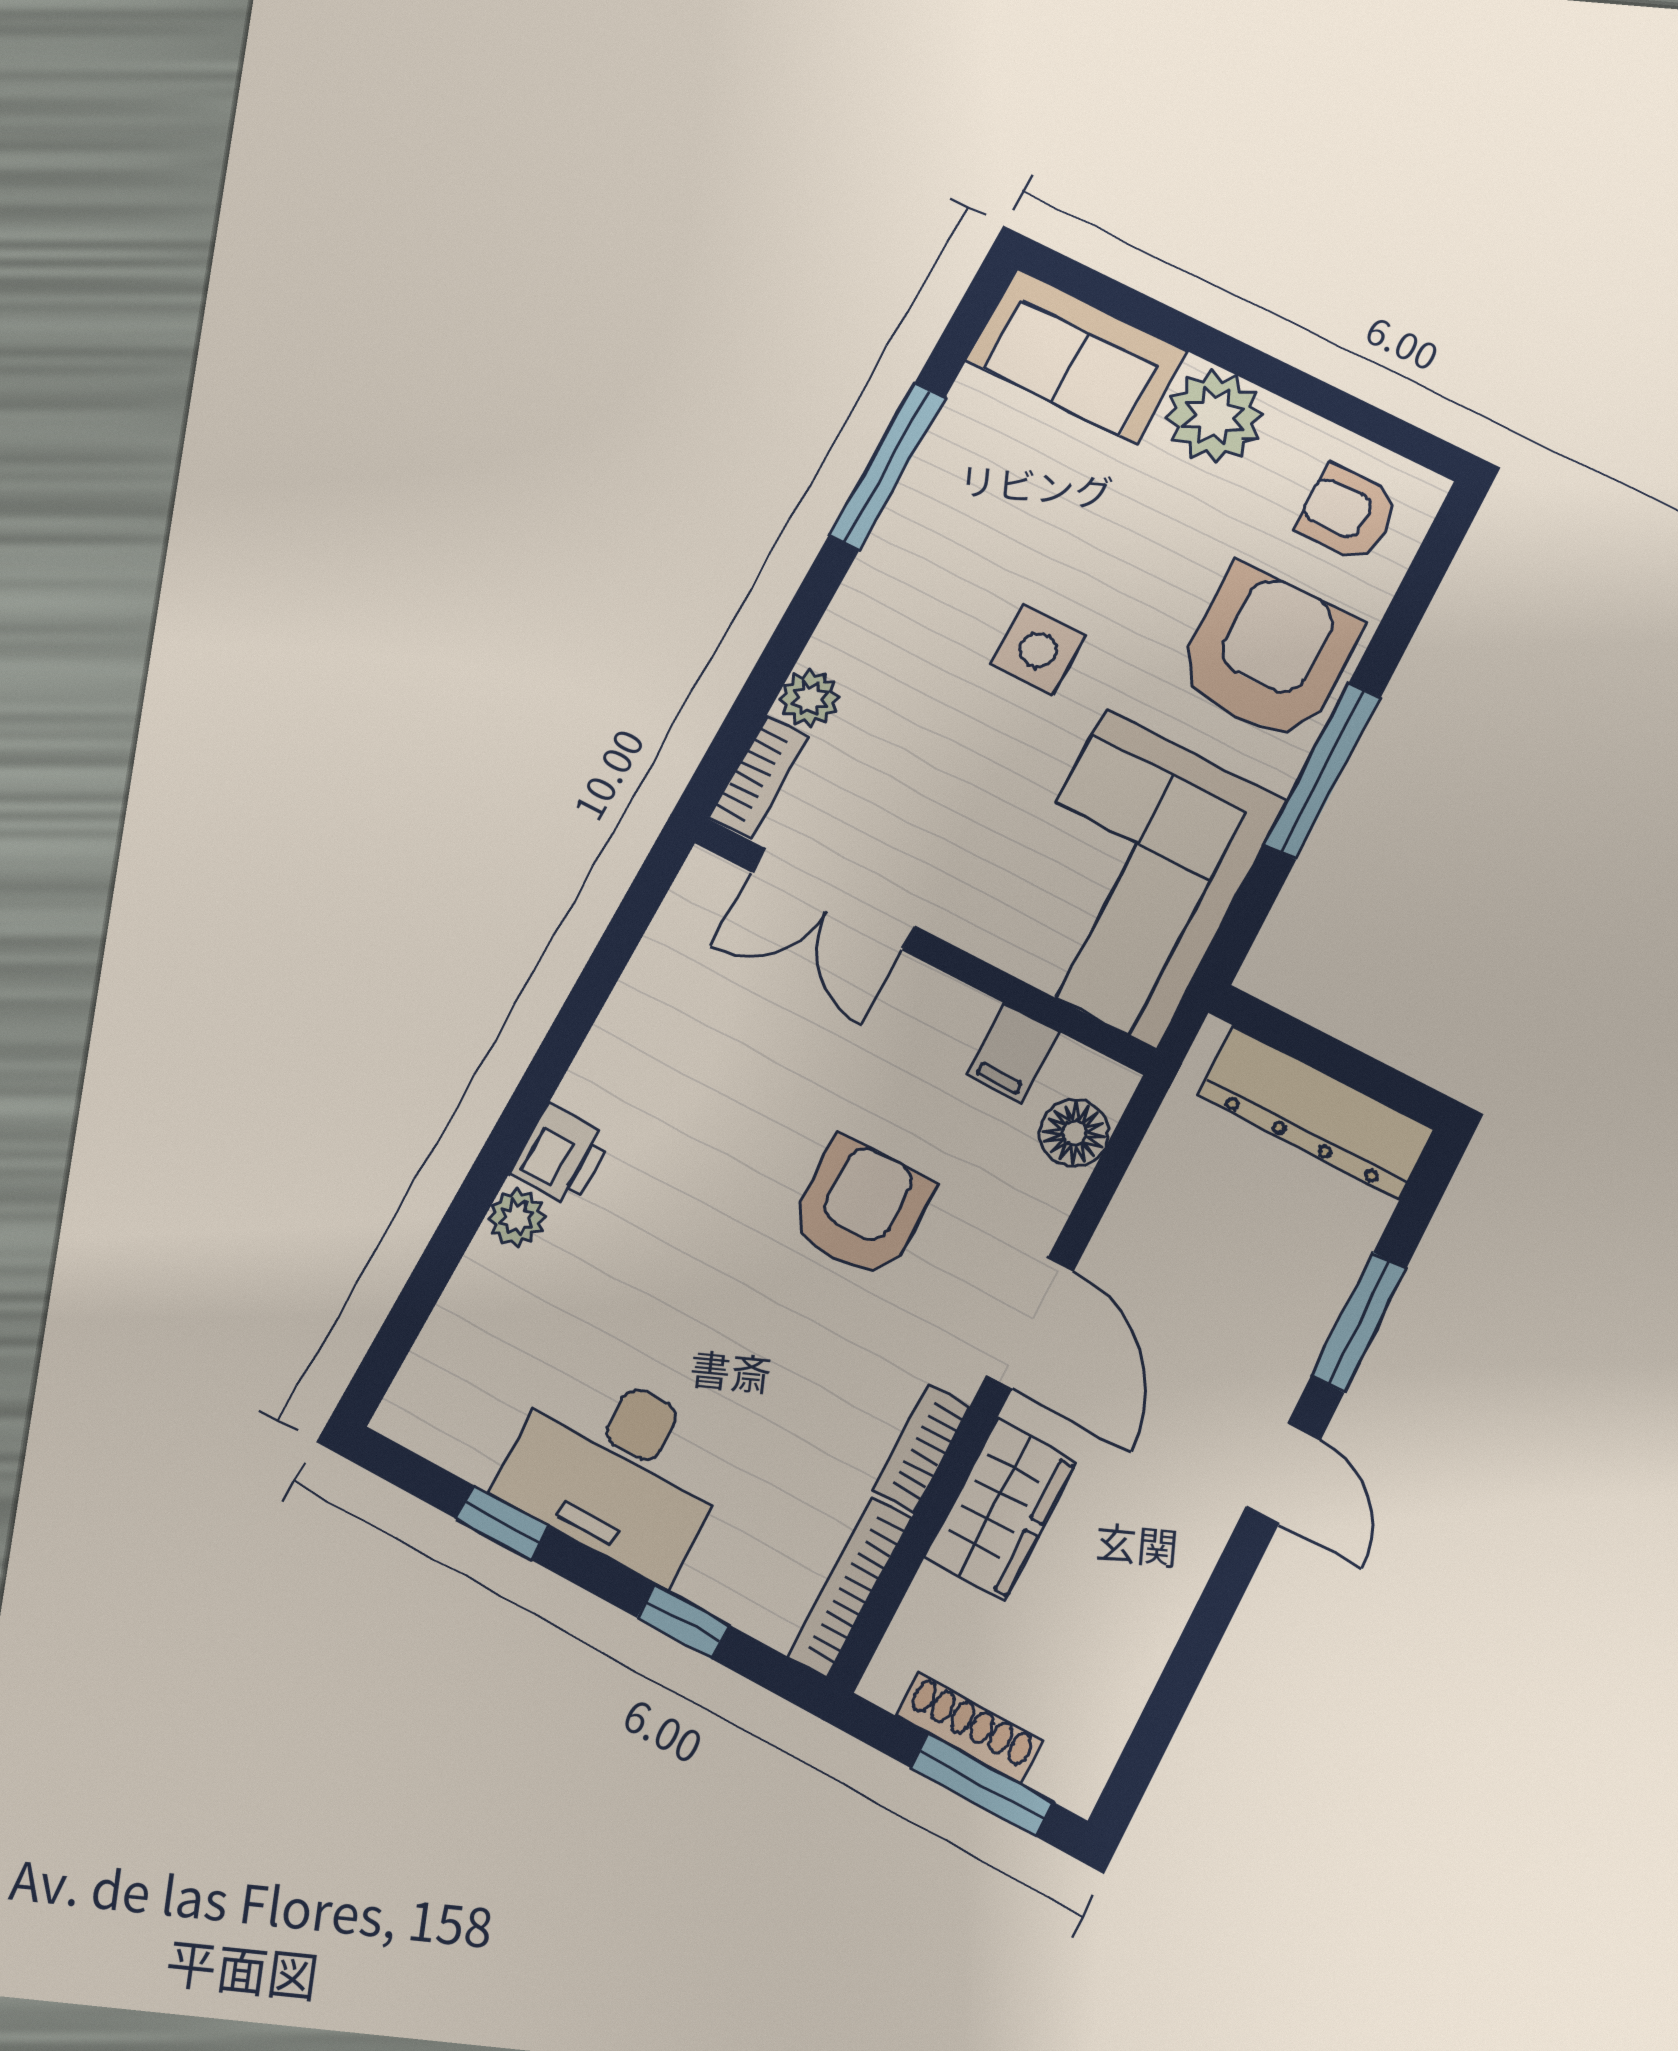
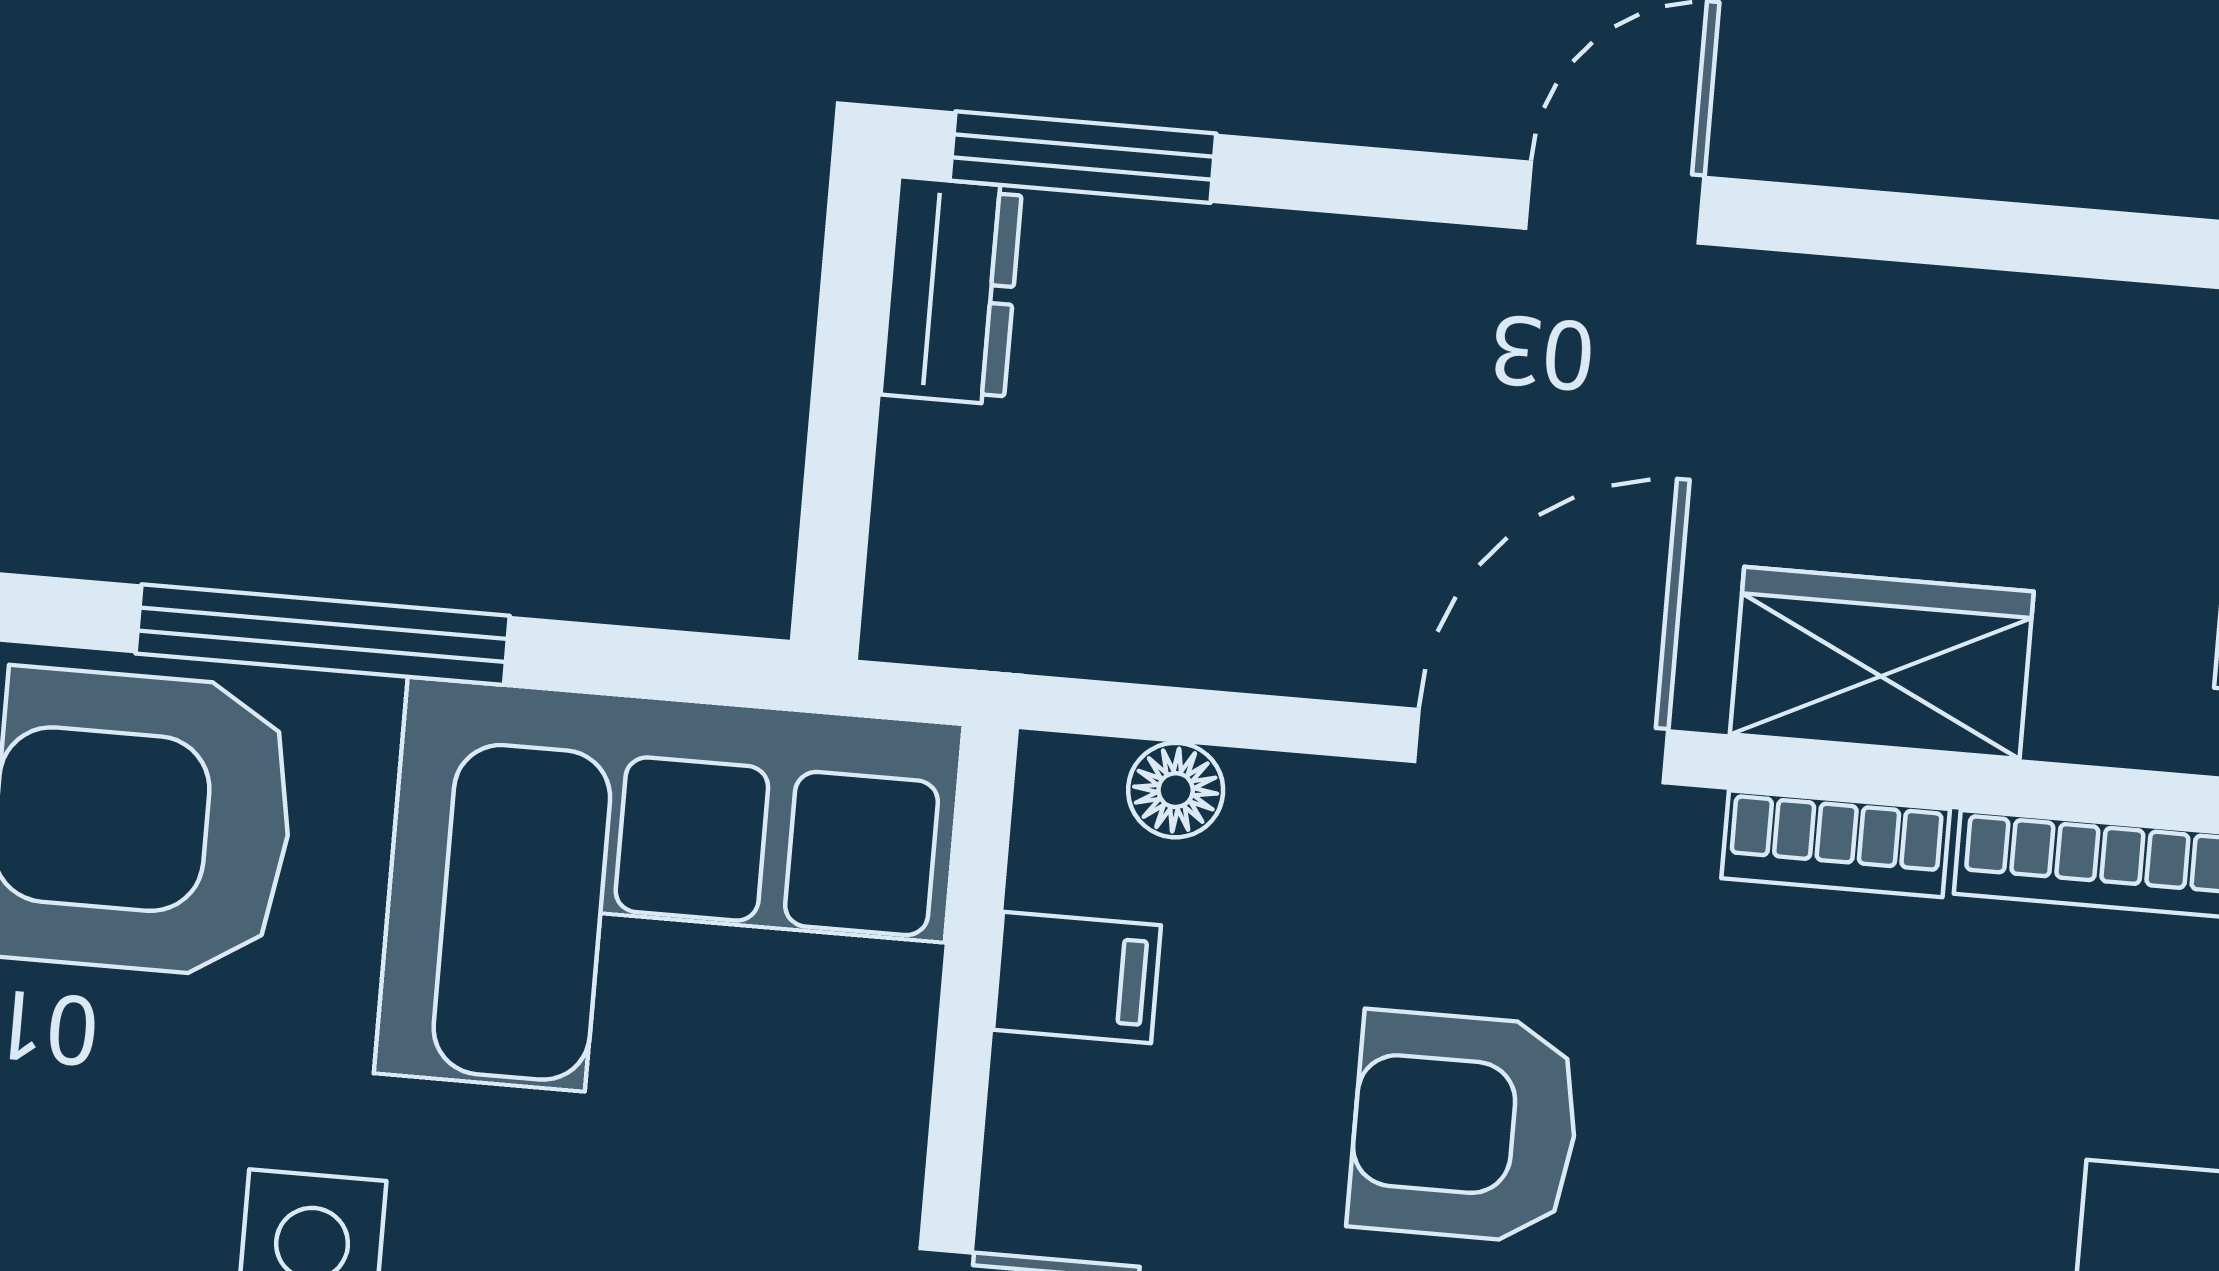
dresser: (1316, 1112) -> (951, 291), width x0.51, depth x0.80
floor lamp: (1074, 1133) -> (1176, 790), width x0.73, depth x0.73
window: (1359, 1322) -> (1083, 157), moved

